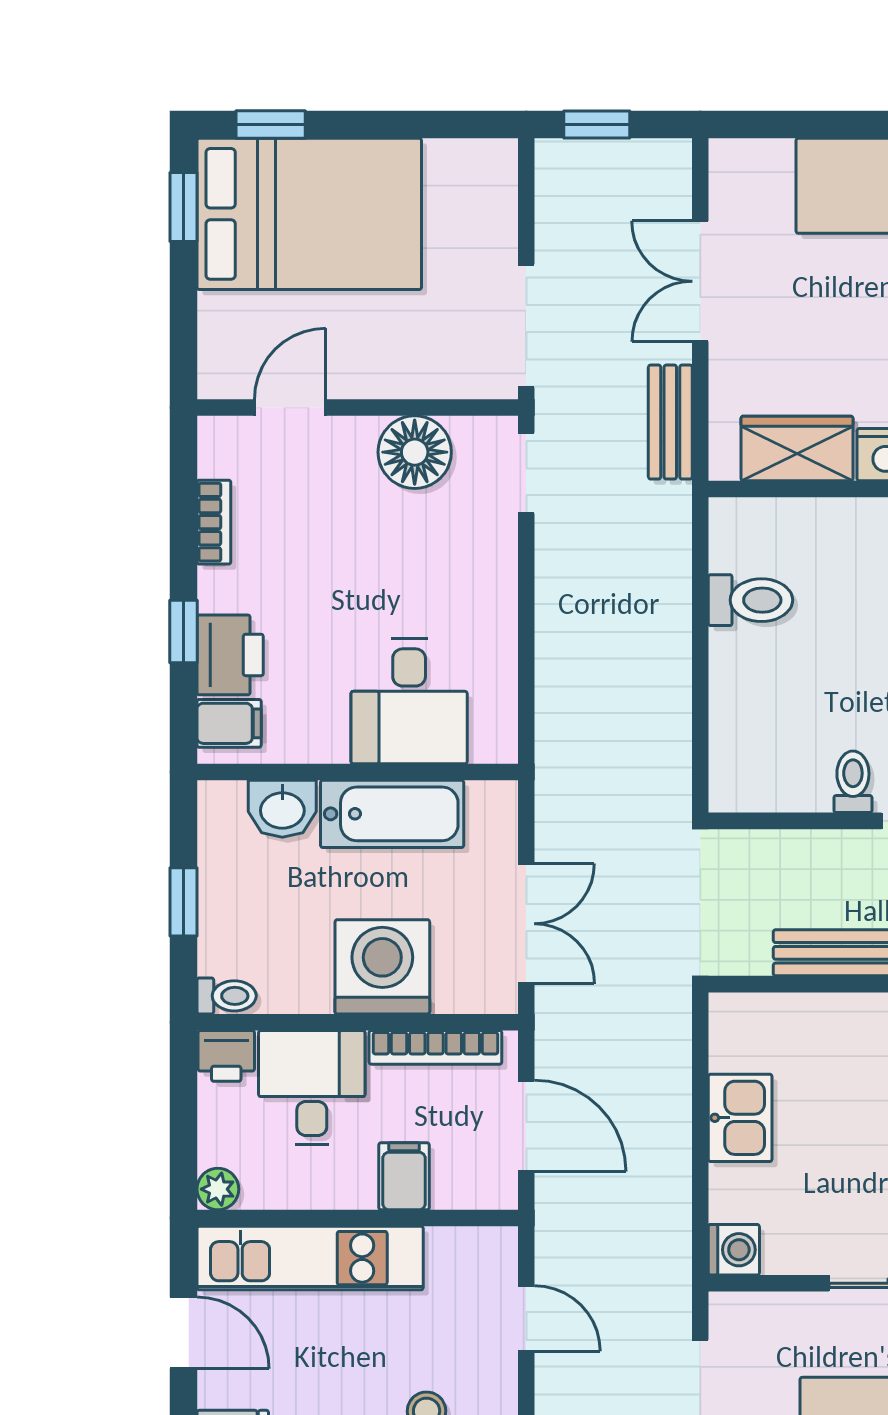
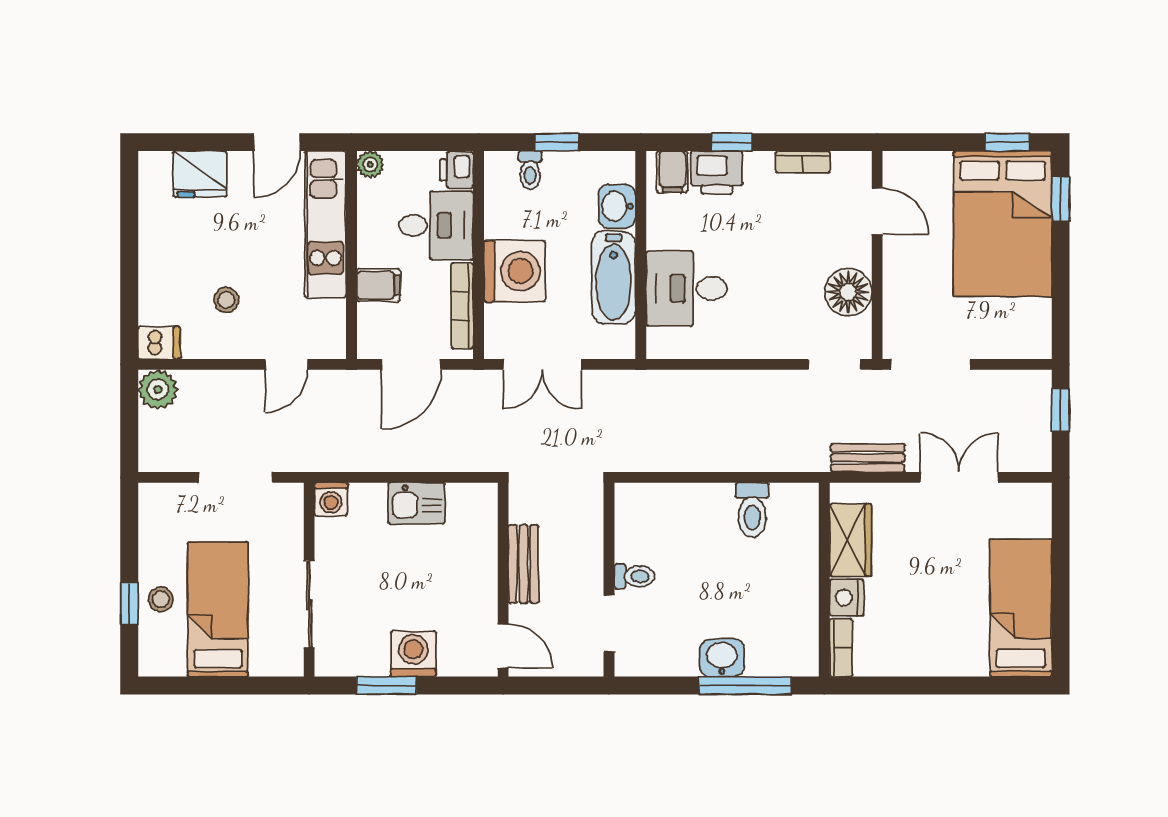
toilet: (227, 996) -> (530, 170), moved

